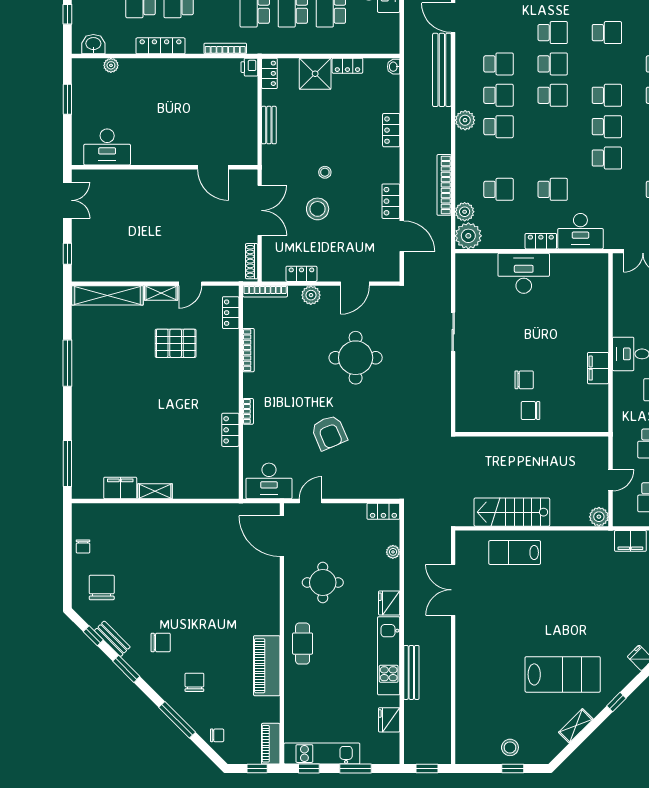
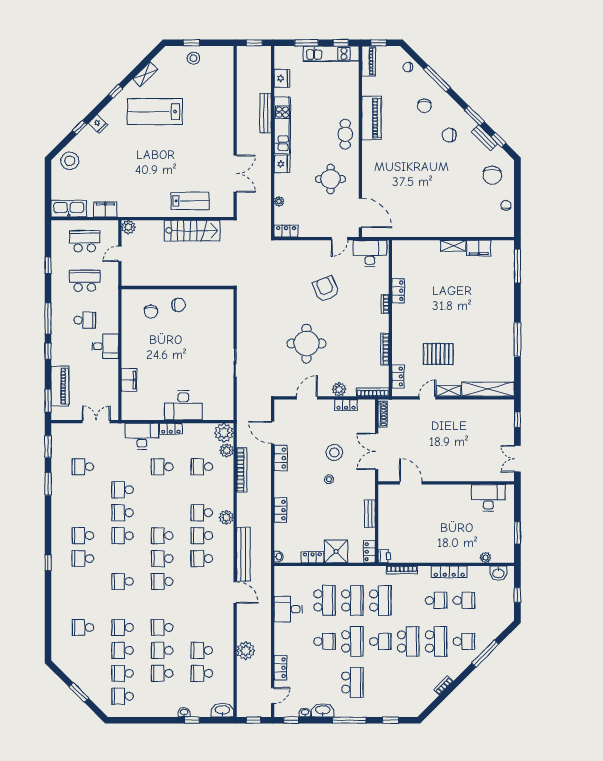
filing cabinet: (598, 368) -> (129, 380), moved
chair: (524, 380) -> (151, 312), moved, turned -90

